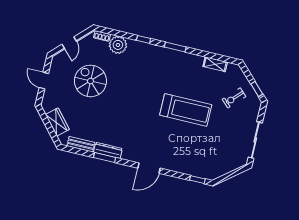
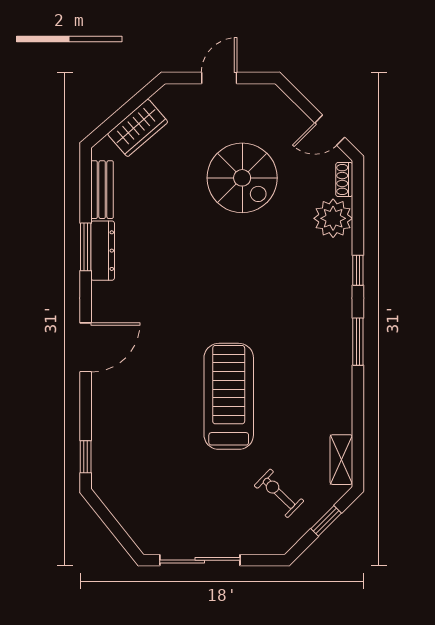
door: (69, 43) -> (330, 130), moved
shelving: (215, 64) -> (341, 460), moved
spiral stairs: (90, 81) -> (242, 178), turned 90
window: (257, 89) -> (326, 521), moved
treadmill: (186, 110) -> (229, 396), turned 180
door: (149, 168) -> (86, 347), swing flipped

